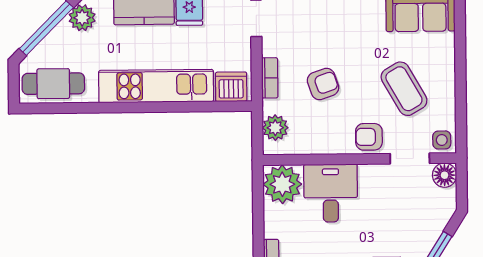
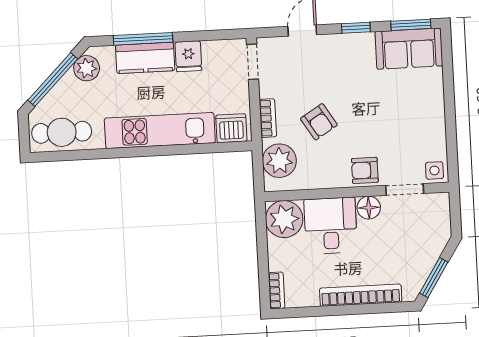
armchair: (323, 84) -> (319, 122), turned 77
coffee table: (404, 89) -> (396, 123), removed
plant: (275, 128) -> (279, 161), width x1.36, depth x1.36
floor lamp: (445, 175) -> (369, 208), moved

